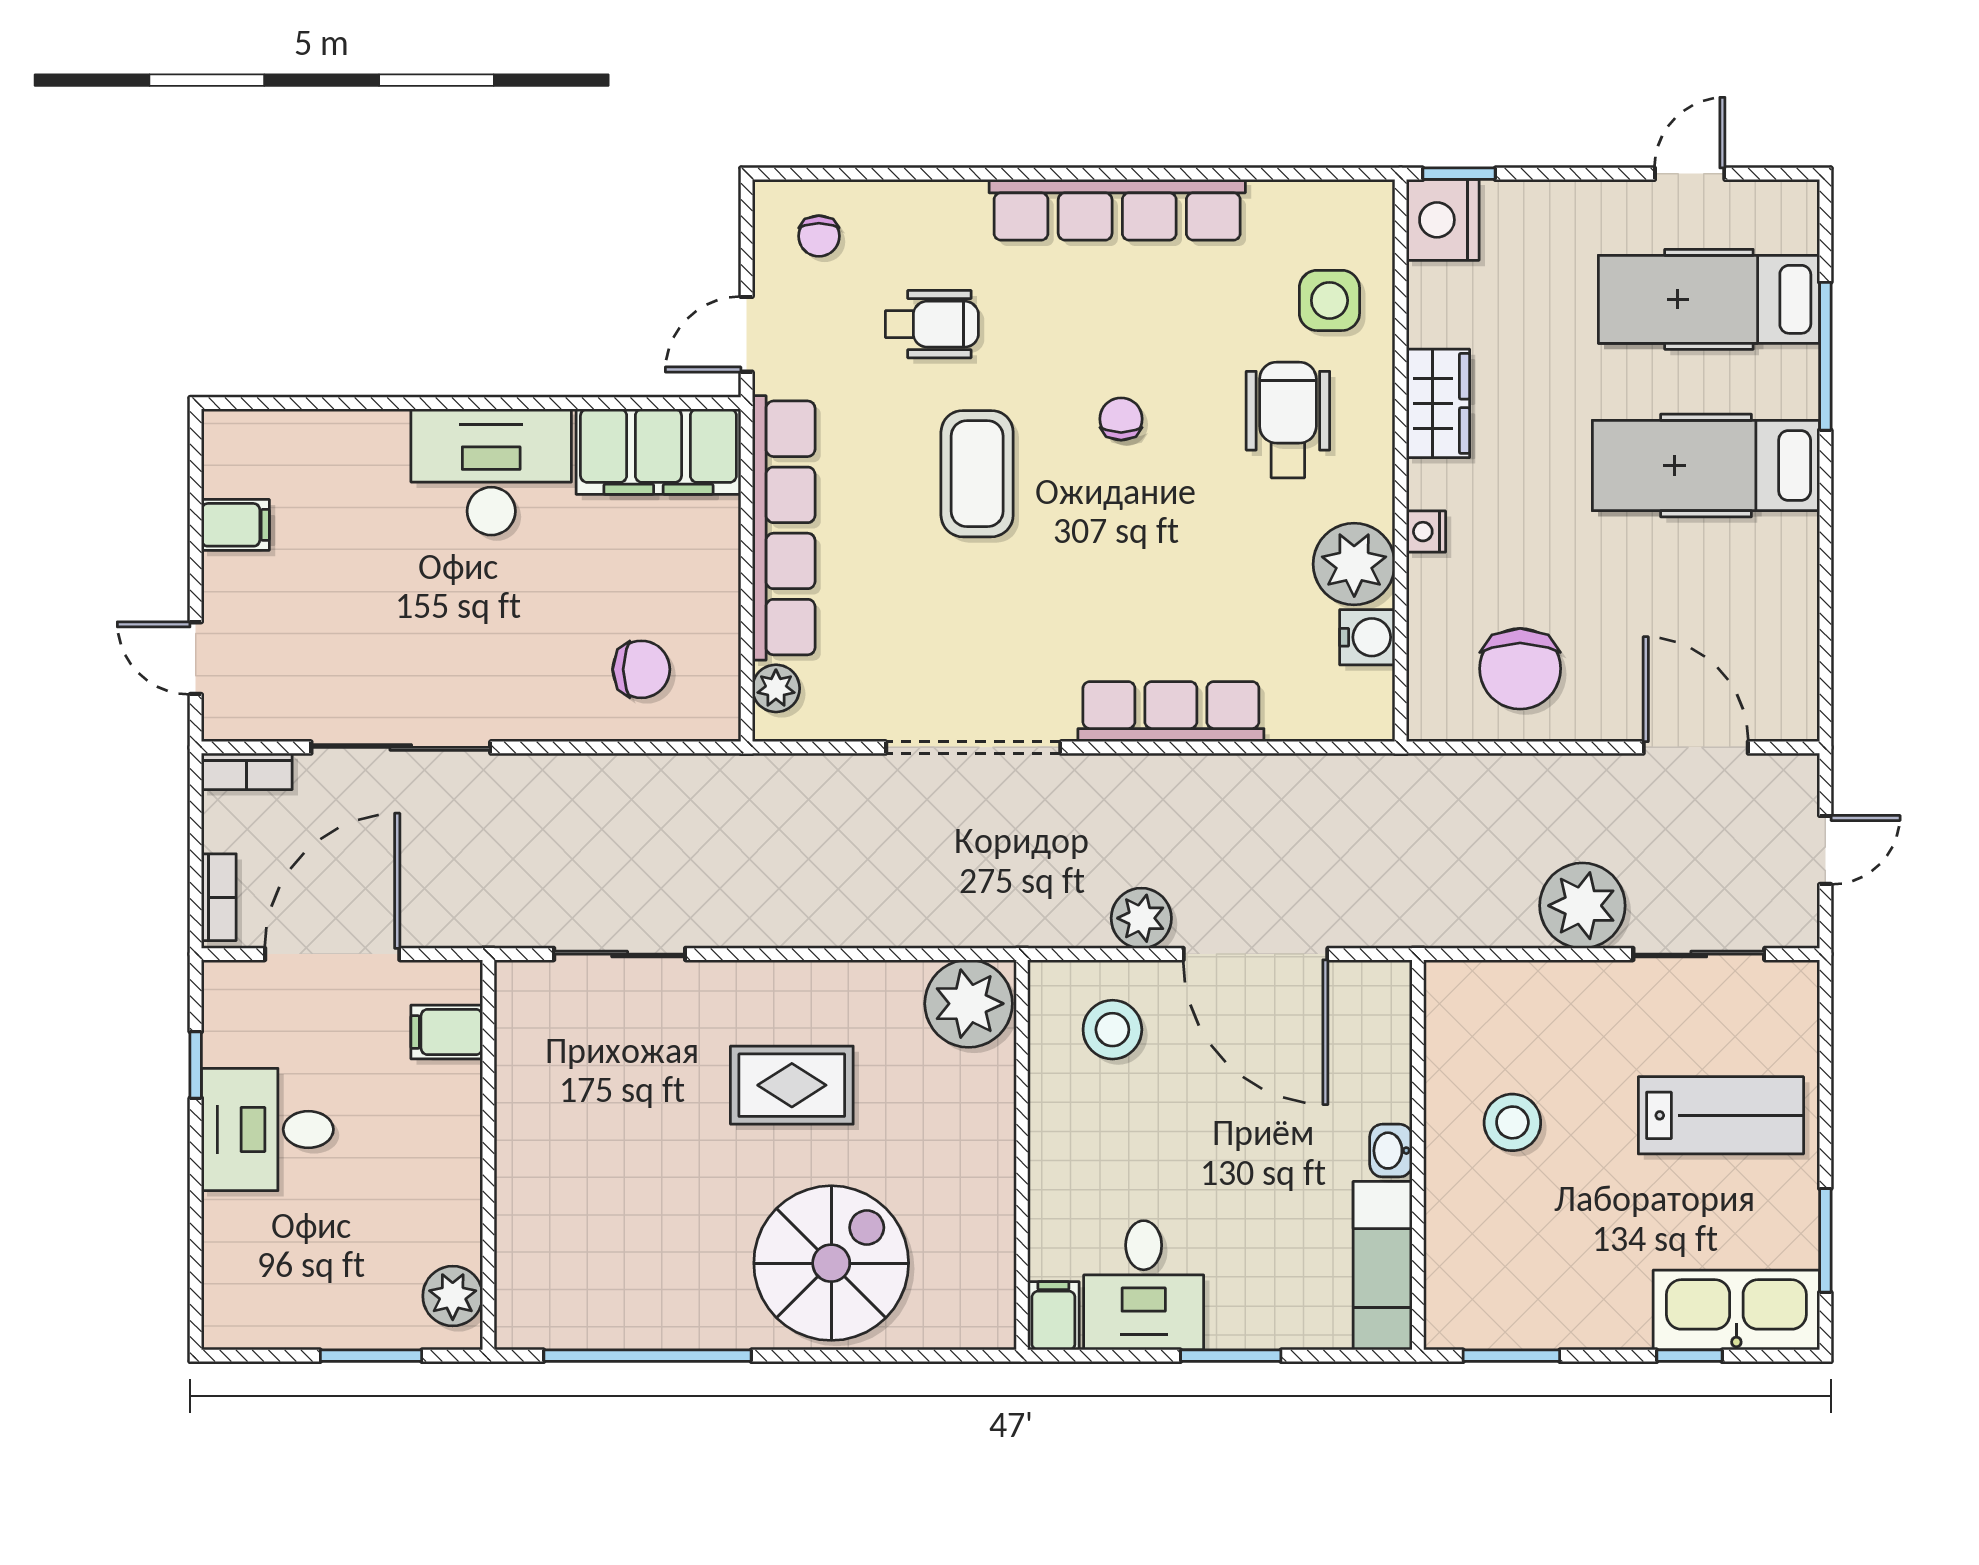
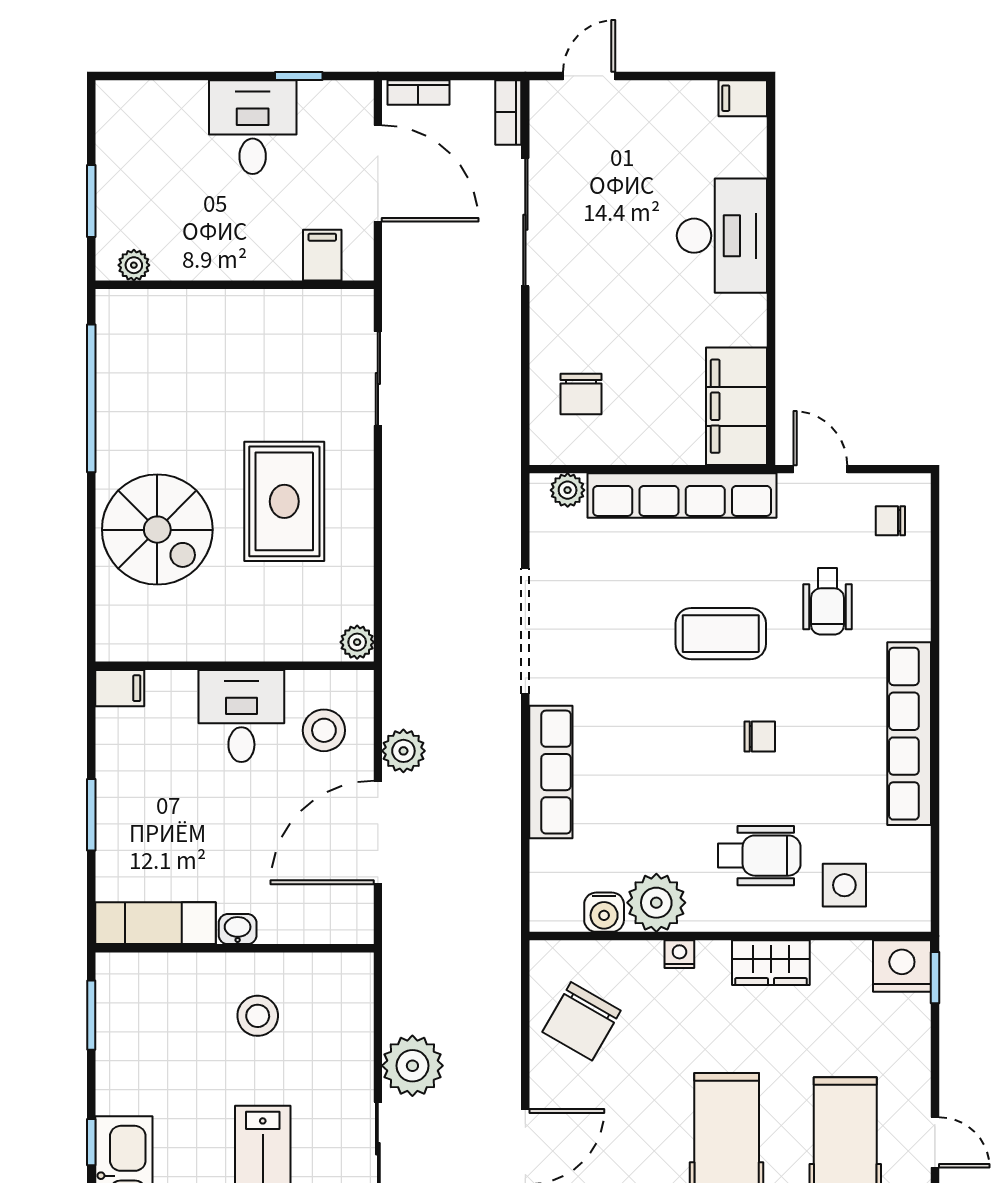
desk: (491, 472) -> (722, 236), moved
filing cabinet: (235, 525) -> (743, 98), moved, turned 90
chair: (1520, 669) -> (582, 1021), turned -60
plant: (969, 1004) -> (357, 642), width x0.53, depth x0.53
rug: (792, 1085) -> (284, 501), width x1.36, depth x1.43
desk: (1144, 1285) -> (241, 716), moved, turned 90
plant: (453, 1296) -> (134, 265), width x0.73, depth x0.73

